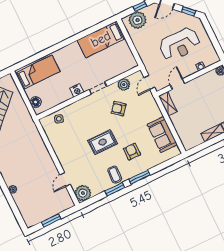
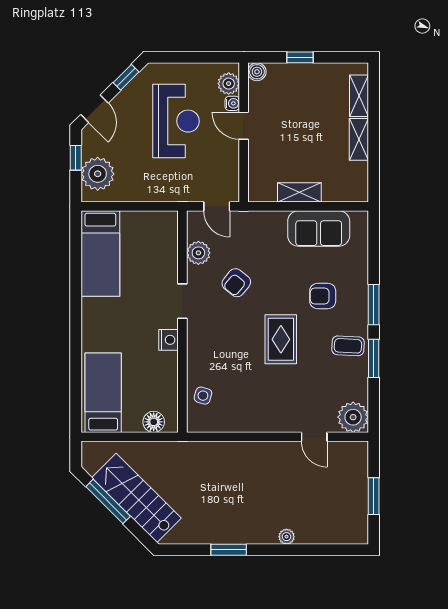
plant: (209, 60) -> (229, 84), added
door: (178, 84) -> (244, 126), moved
shelving: (168, 104) -> (299, 192), moved

